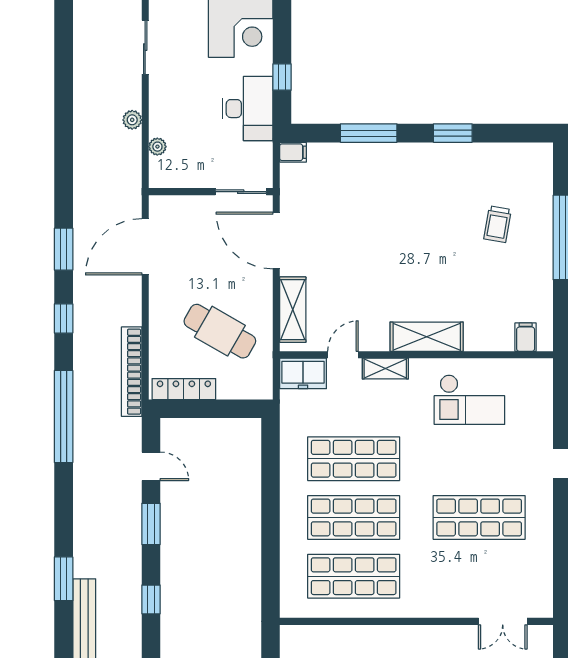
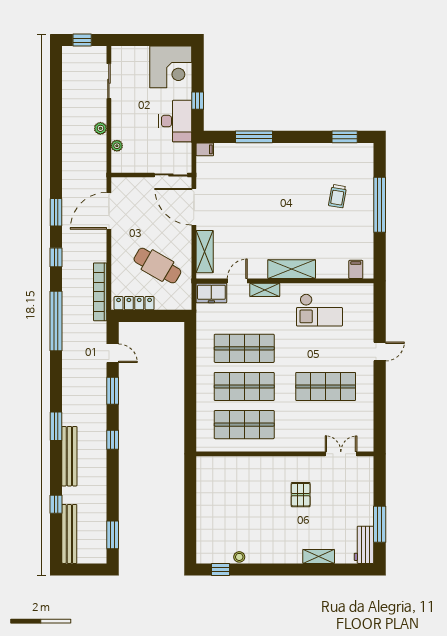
window: (453, 133) -> (345, 137), moved
double door: (503, 621) -> (341, 454), swing flipped

